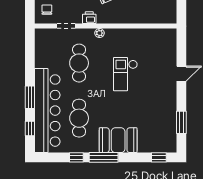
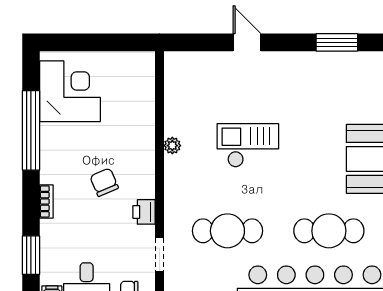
plant: (99, 33) -> (172, 146), moved
checkout: (125, 74) -> (248, 145), turned 180

